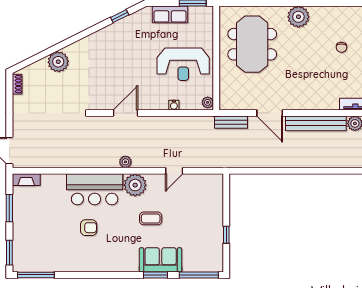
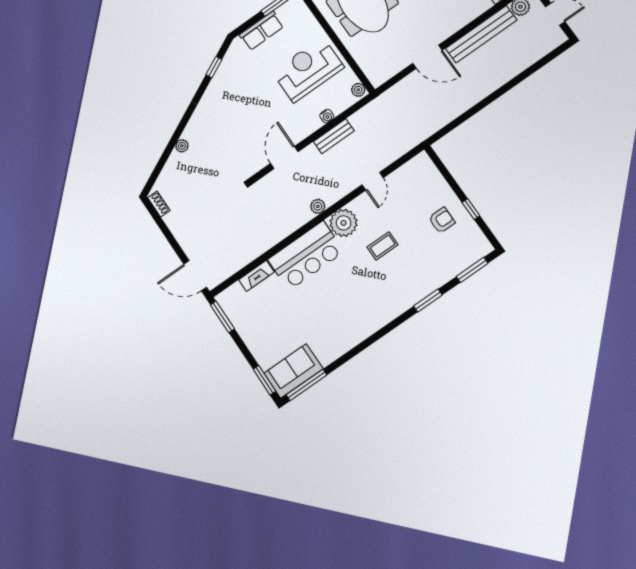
plant: (58, 62) -> (182, 146), width x0.53, depth x0.53
reception desk: (183, 64) -> (308, 70), turned 180
bench: (231, 122) -> (334, 136), moved
fireplace: (26, 180) -> (256, 276), moved
window: (9, 208) -> (222, 317), moved
armchair: (89, 228) -> (442, 220), moved
sofa: (161, 260) -> (293, 371), moved
window: (199, 275) -> (472, 270), width x0.69

